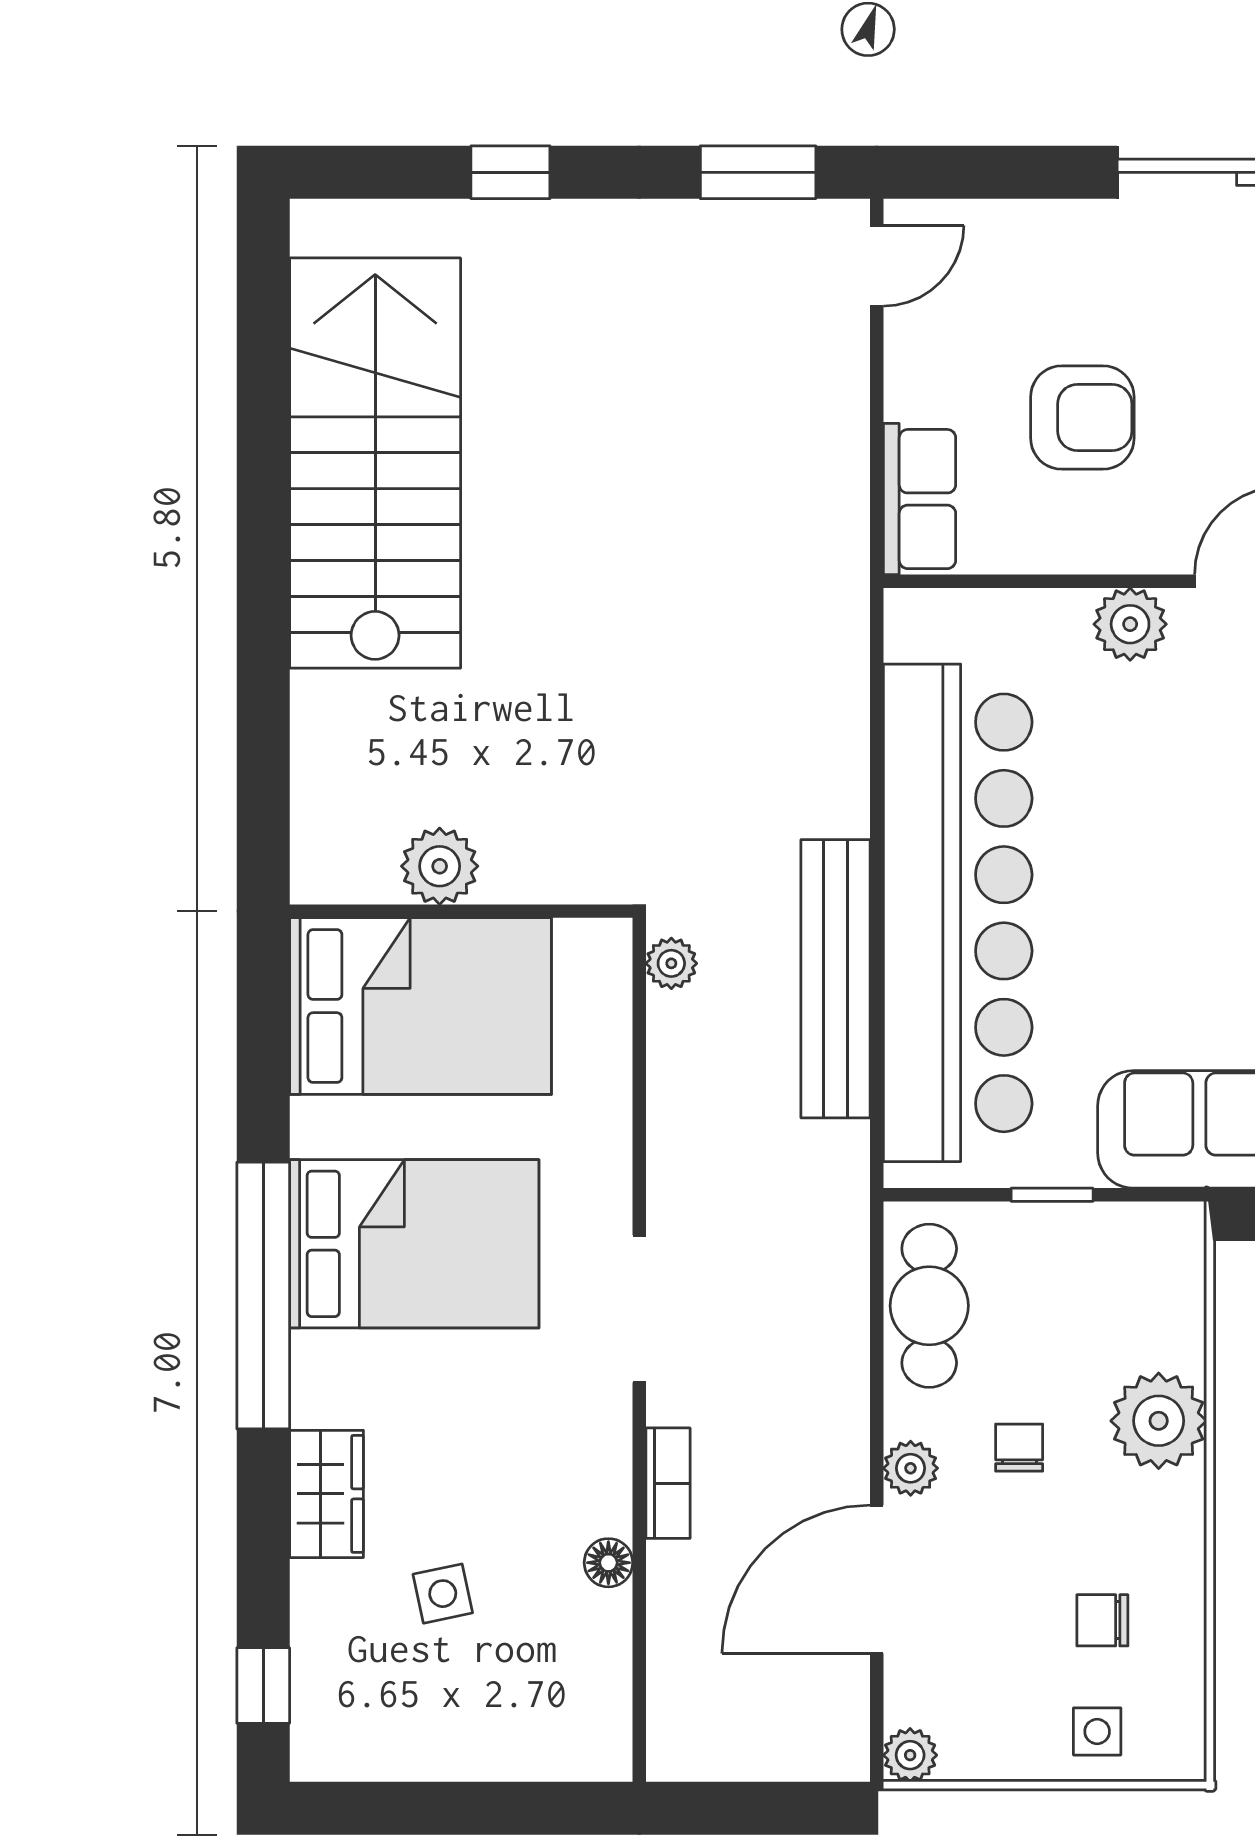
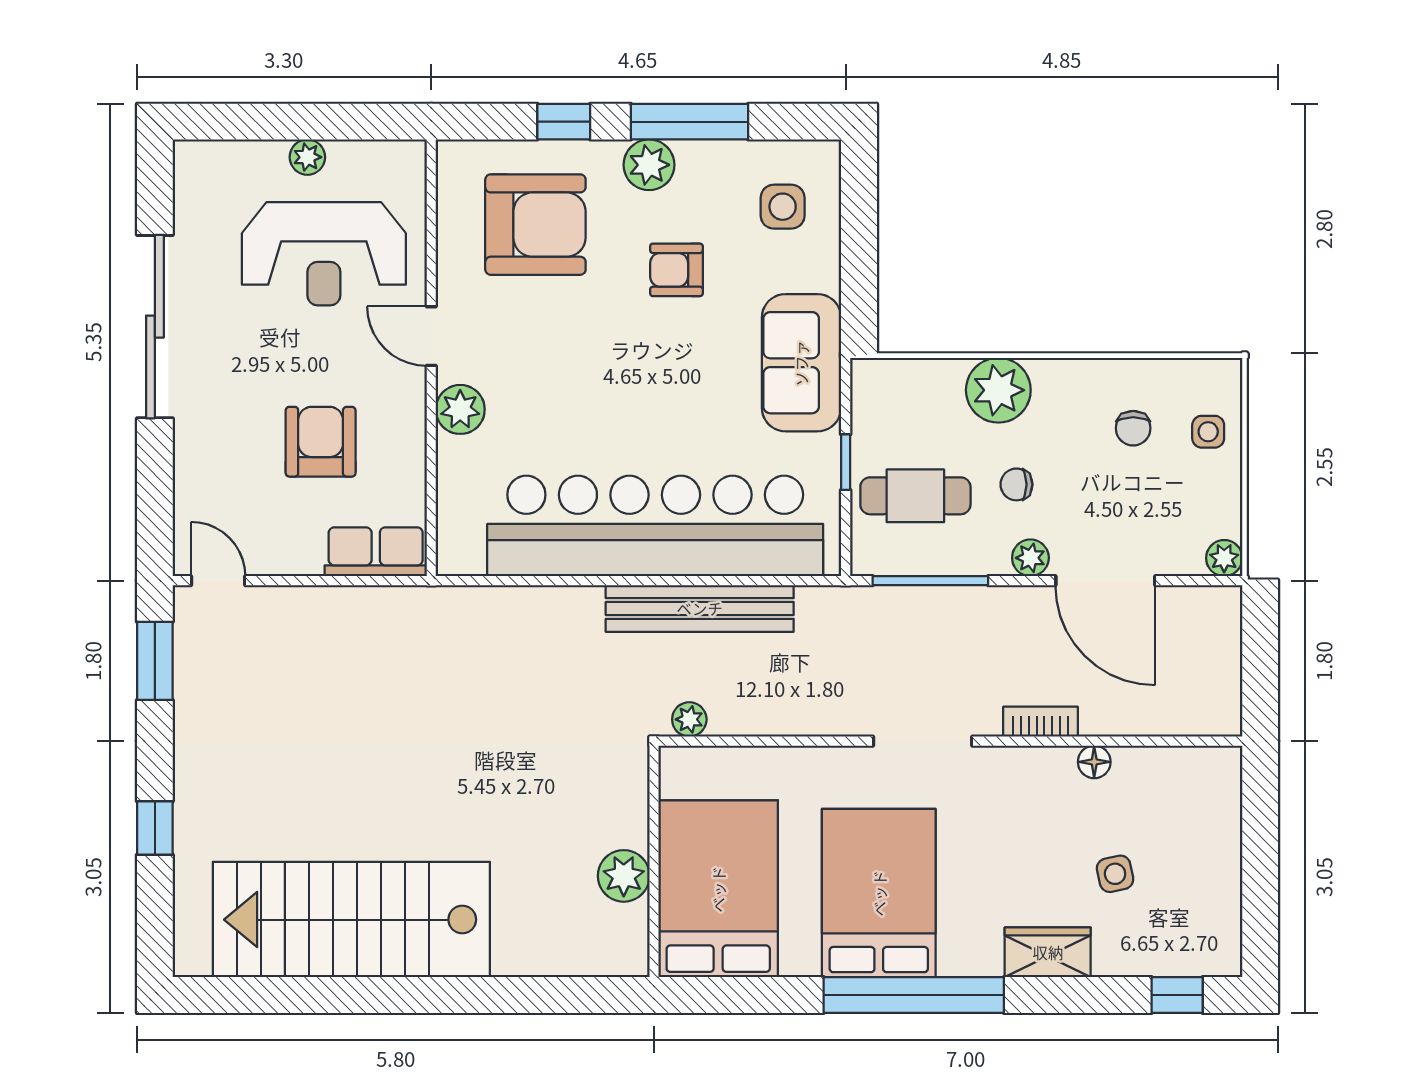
cafe table: (929, 1306) -> (915, 496), moved
window: (877, 1320) -> (930, 581), added

